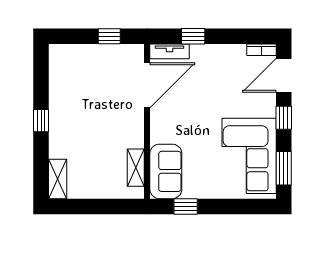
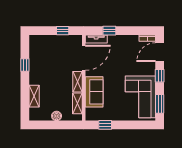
window: (41, 121) -> (25, 65), moved
shelving: (136, 129) -> (77, 82), added
sofa: (166, 171) -> (94, 92), moved
shelving: (58, 179) -> (34, 96), moved
boiler: (98, 190) -> (57, 116), added

